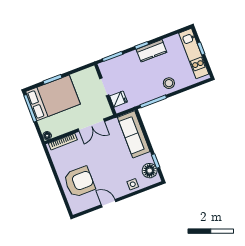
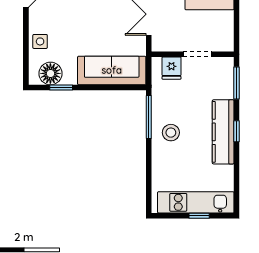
kitchen counter: (152, 51) -> (223, 132), width x1.50
stool: (169, 83) -> (171, 133), moved

